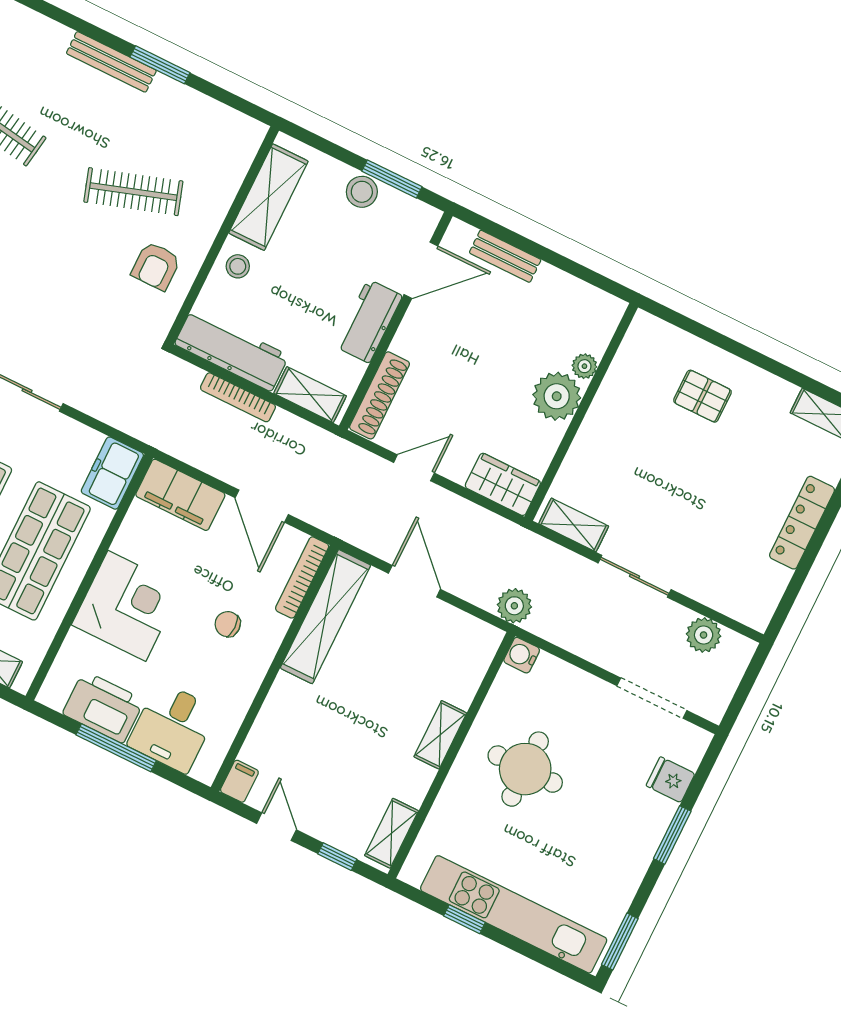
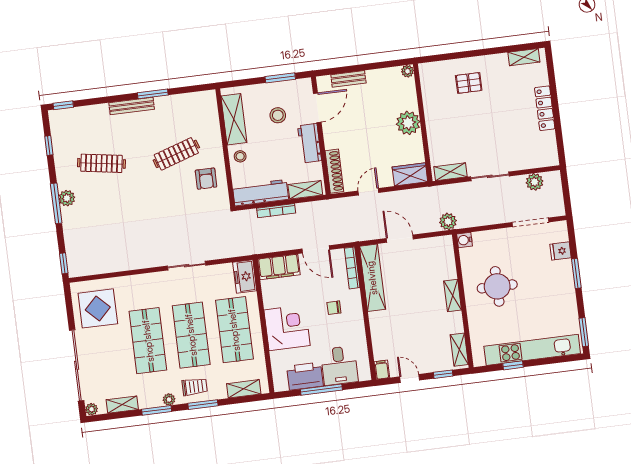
stool: (362, 192) -> (278, 115), moved
plant: (584, 366) -> (407, 71), moved

